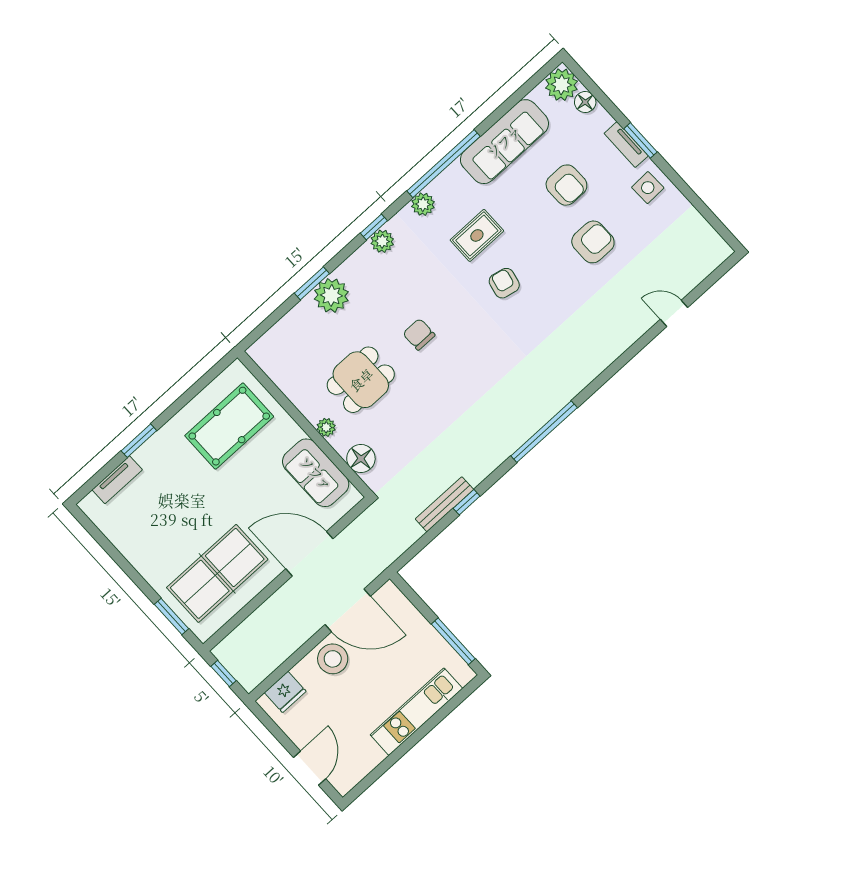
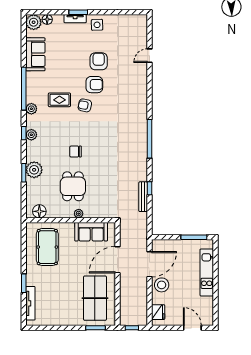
sofa: (504, 142) -> (35, 54), width x0.73
armchair: (566, 185) -> (94, 85), moved
rug: (477, 235) -> (59, 100), turned 90
floor lamp: (361, 459) -> (39, 211), moved
tv unit: (117, 480) -> (30, 303), width x1.41

